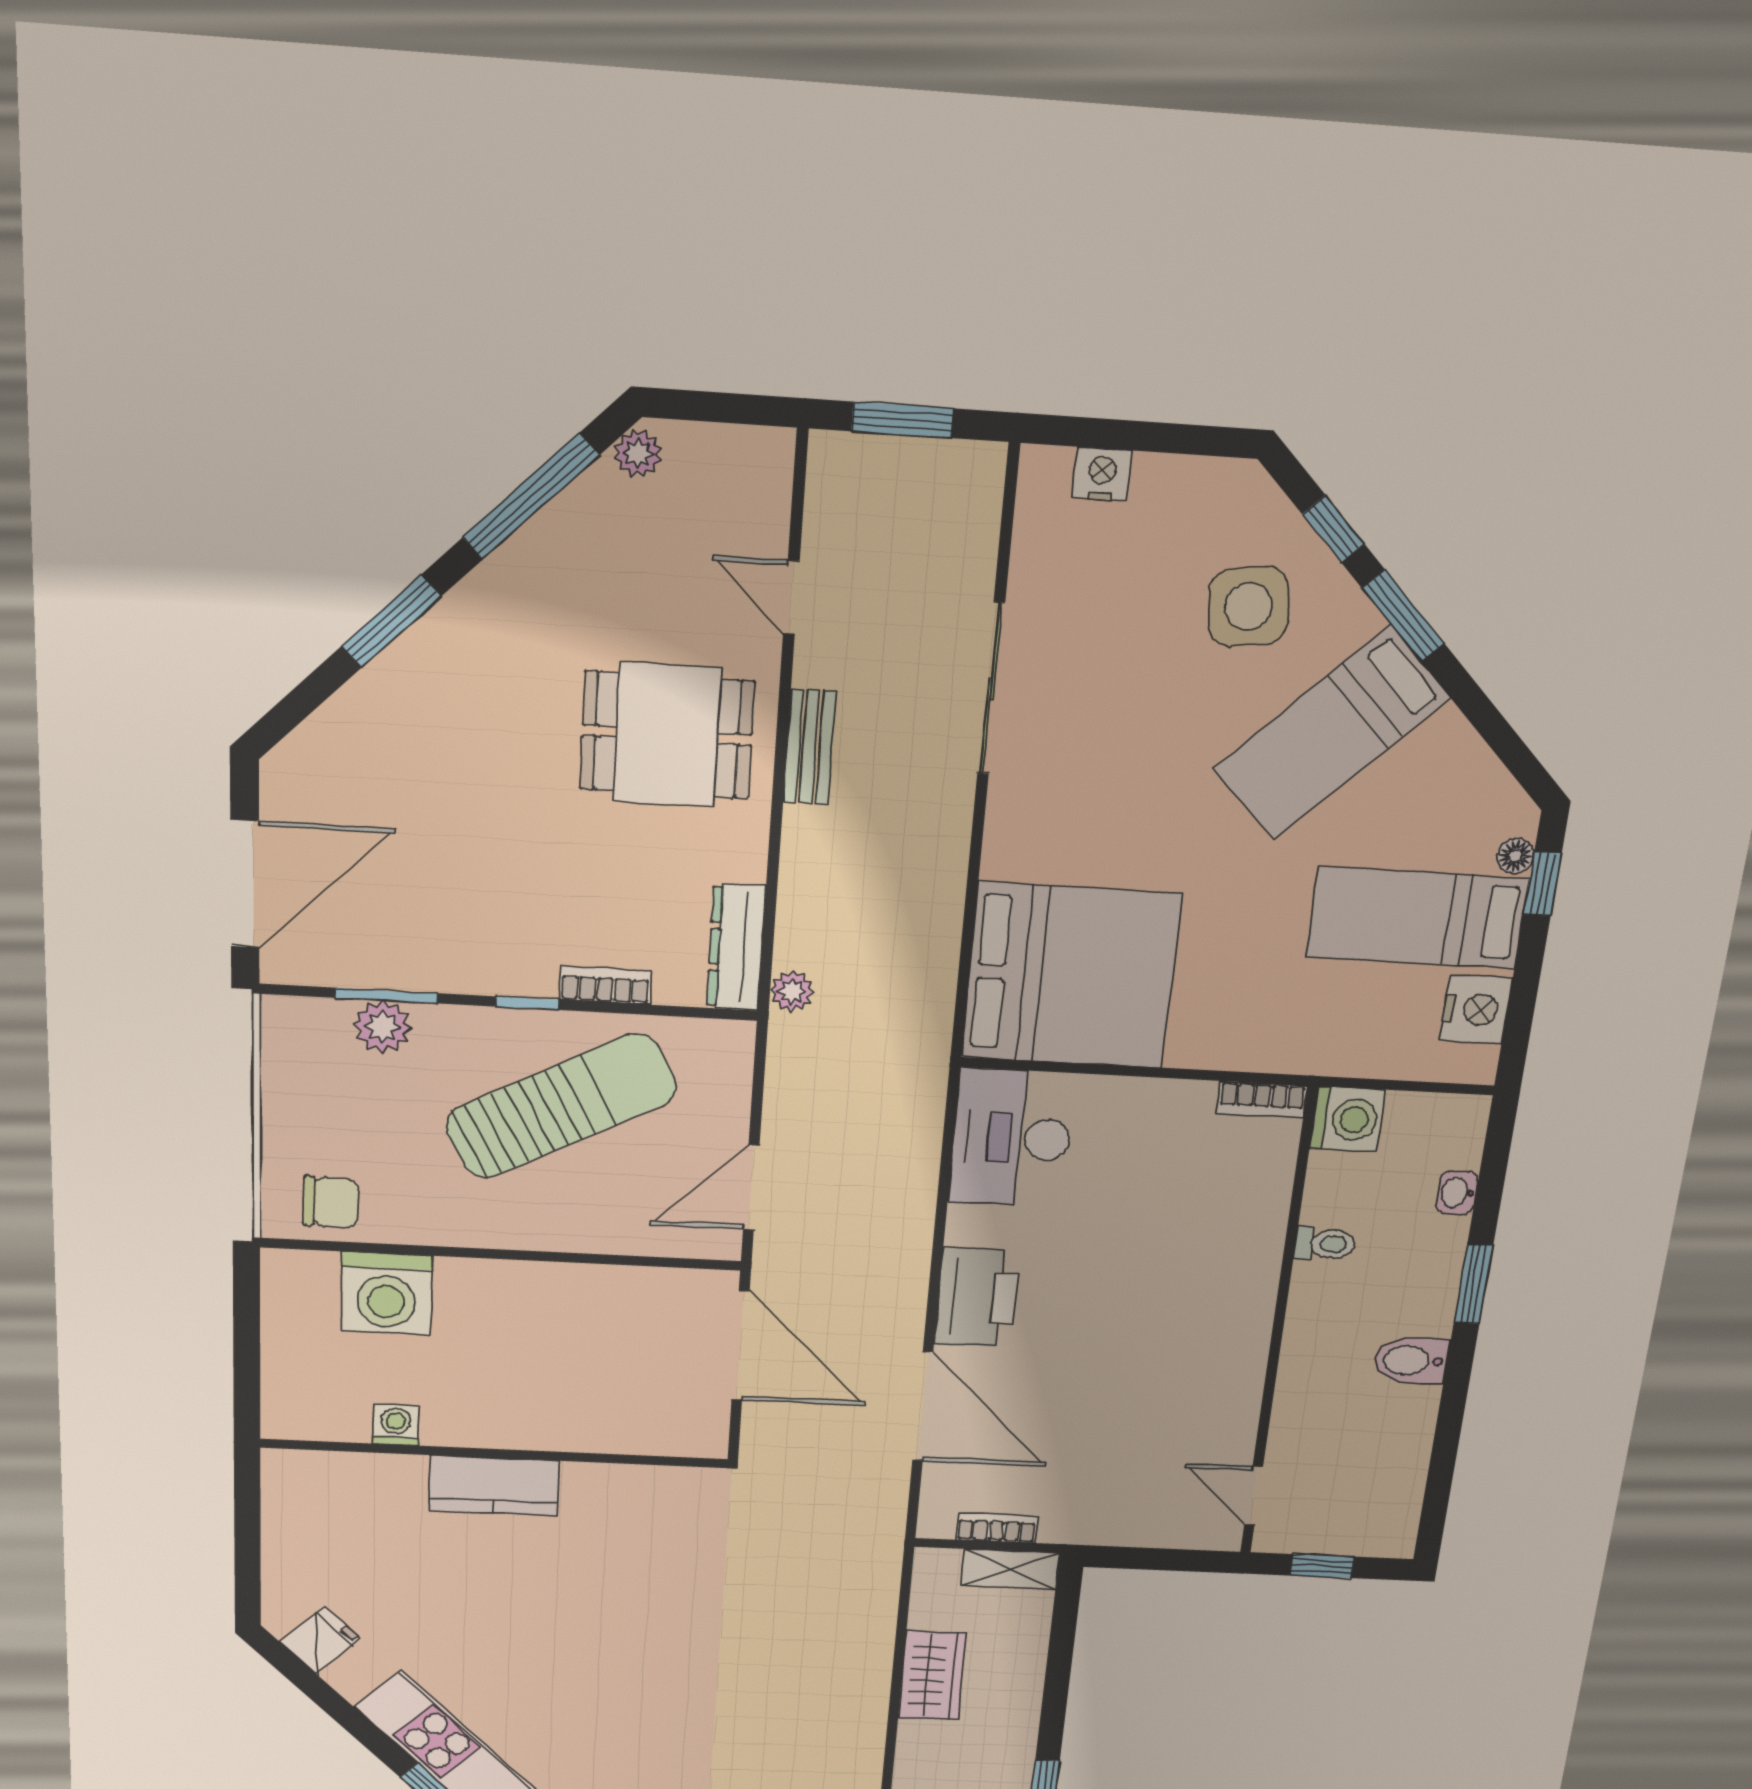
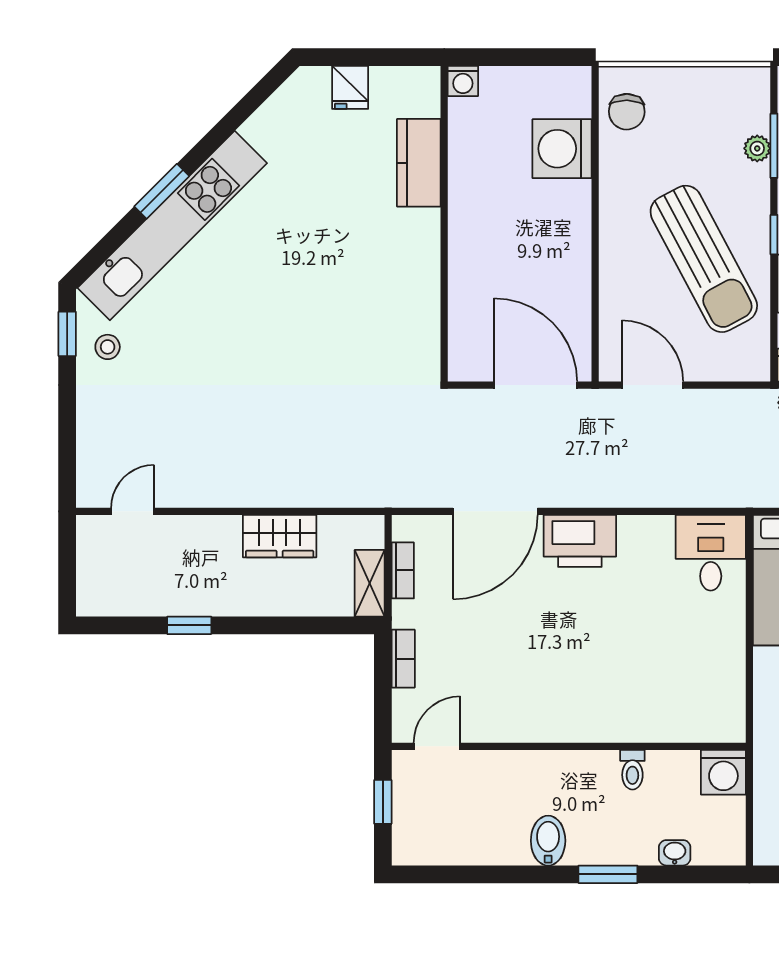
plant: (382, 1027) -> (757, 148), width x0.73, depth x0.73
bookcase: (1262, 1099) -> (403, 659), moved, turned 180
desk: (1012, 1138) -> (711, 553), width x0.73
door: (740, 1346) -> (535, 385), swing flipped
washing machine: (396, 1425) -> (463, 81), moved, turned 90
kitchen counter: (494, 1486) -> (419, 163), moved
fridge: (320, 1640) -> (350, 87), moved, turned 45

